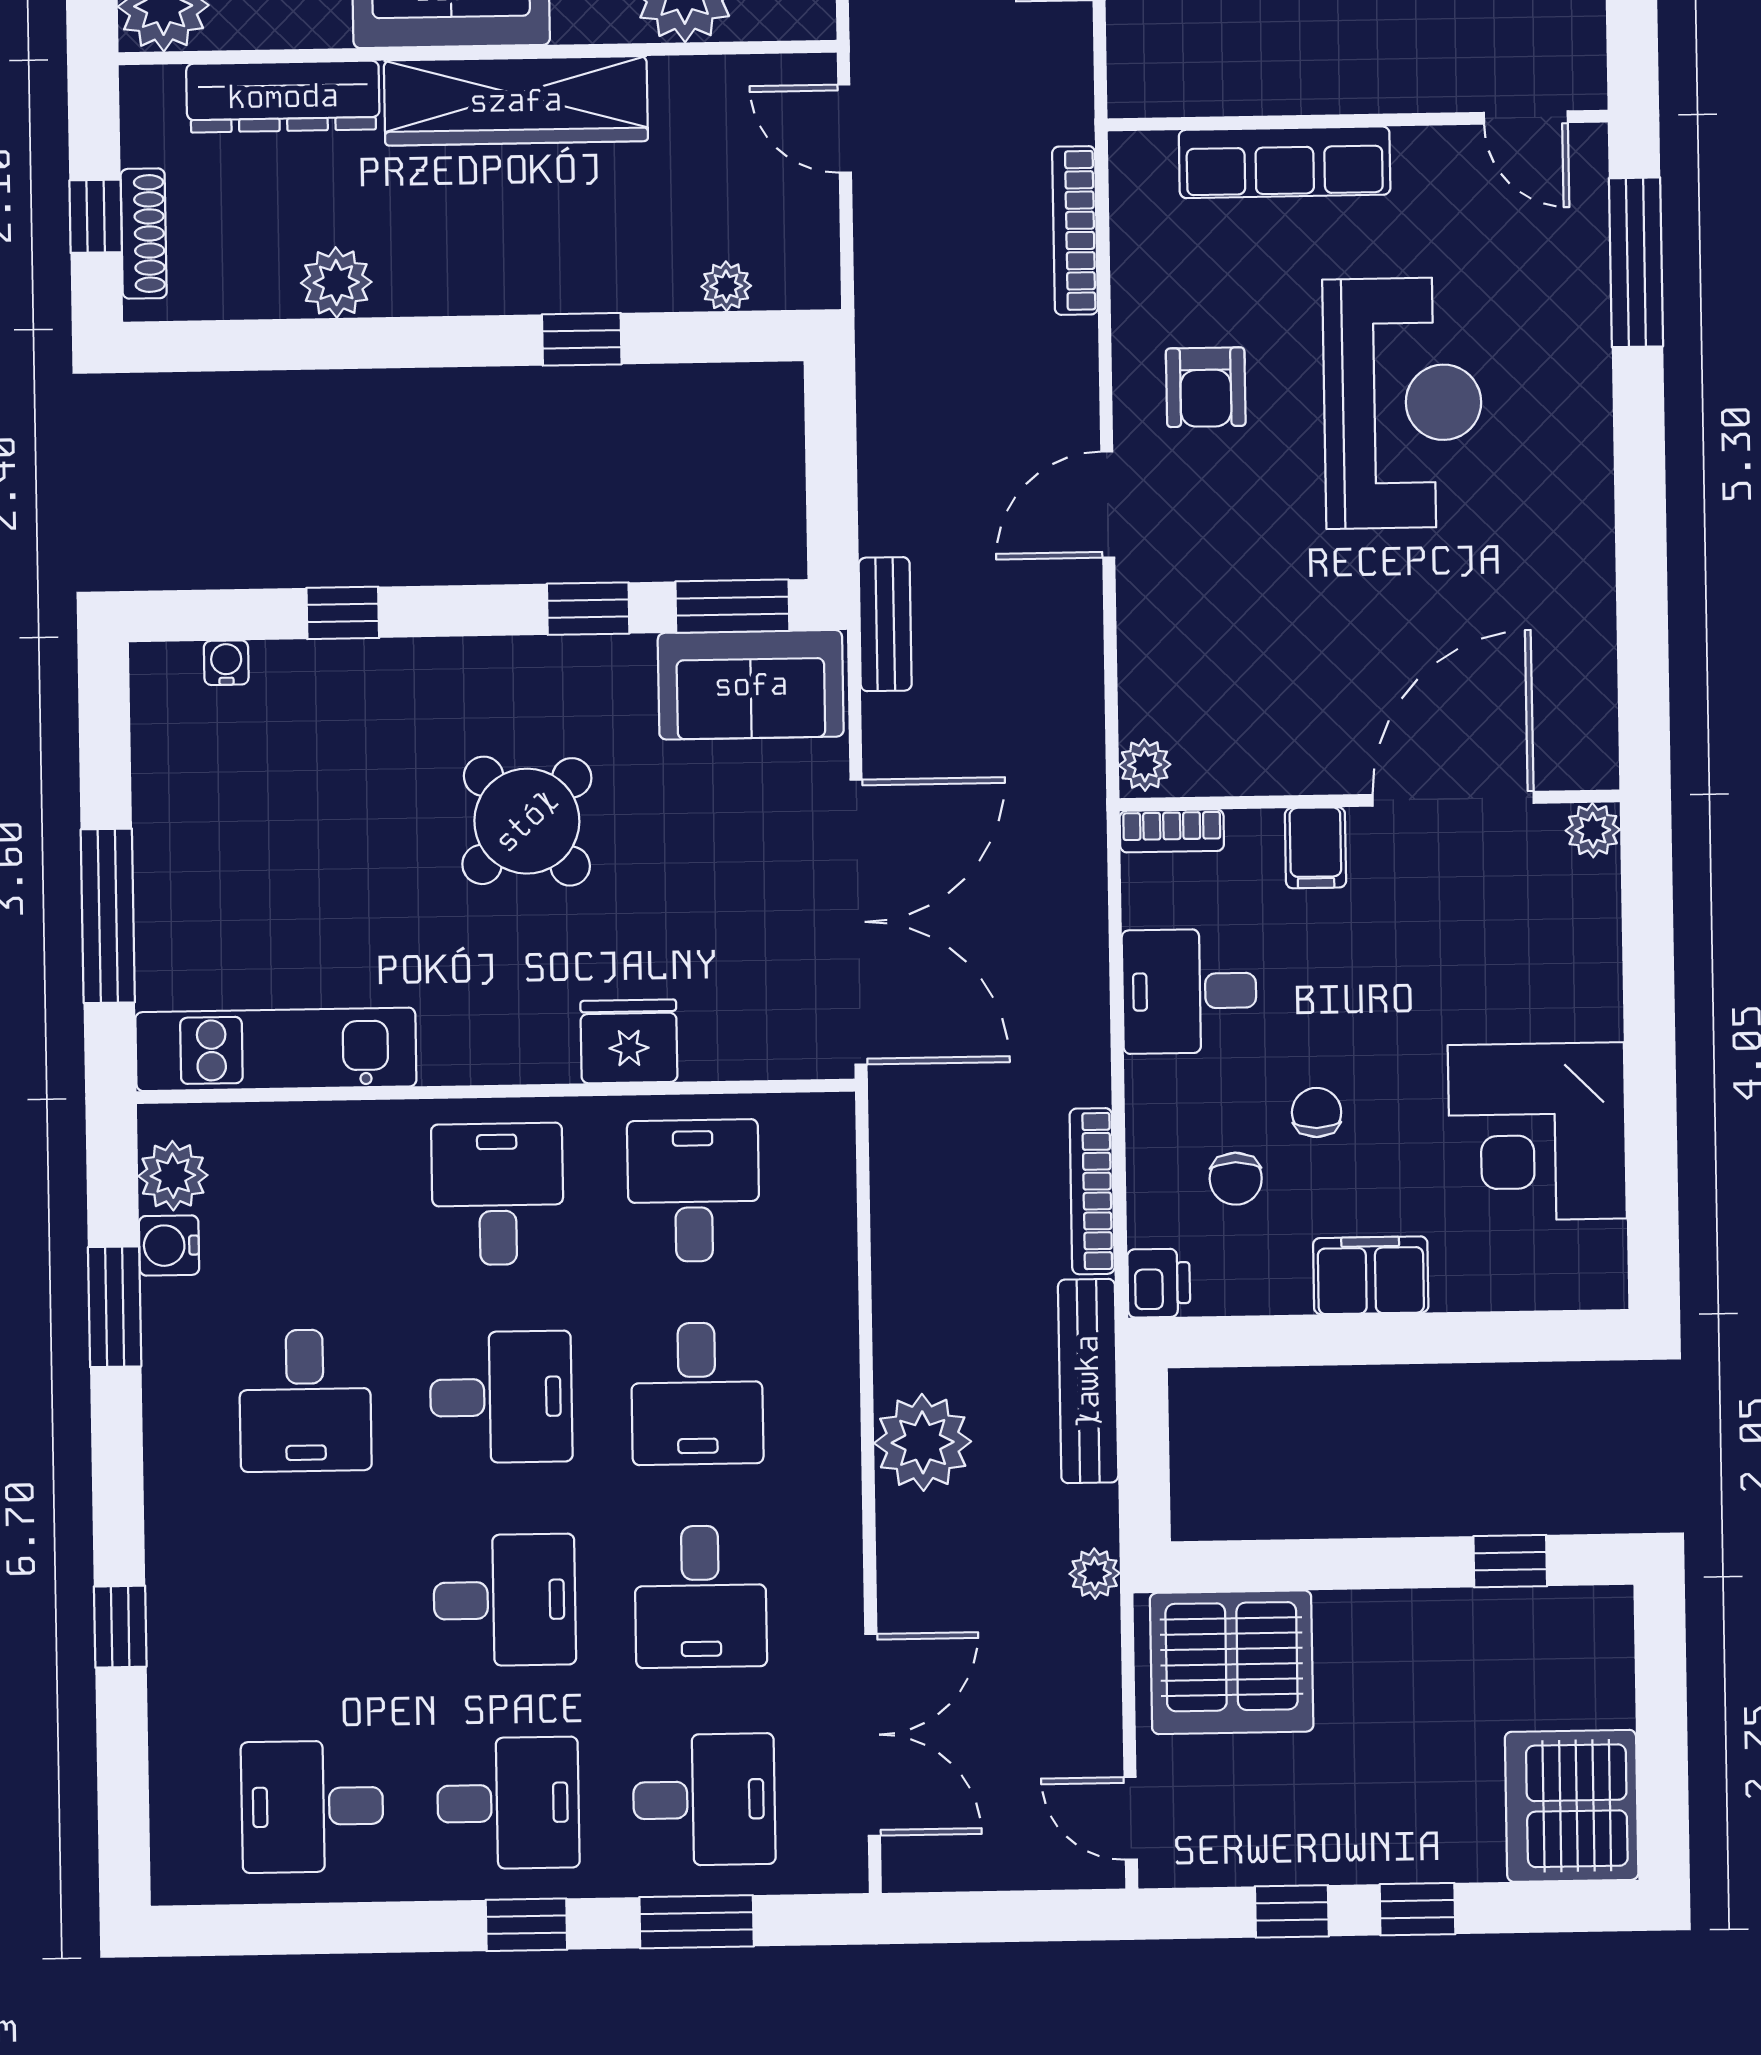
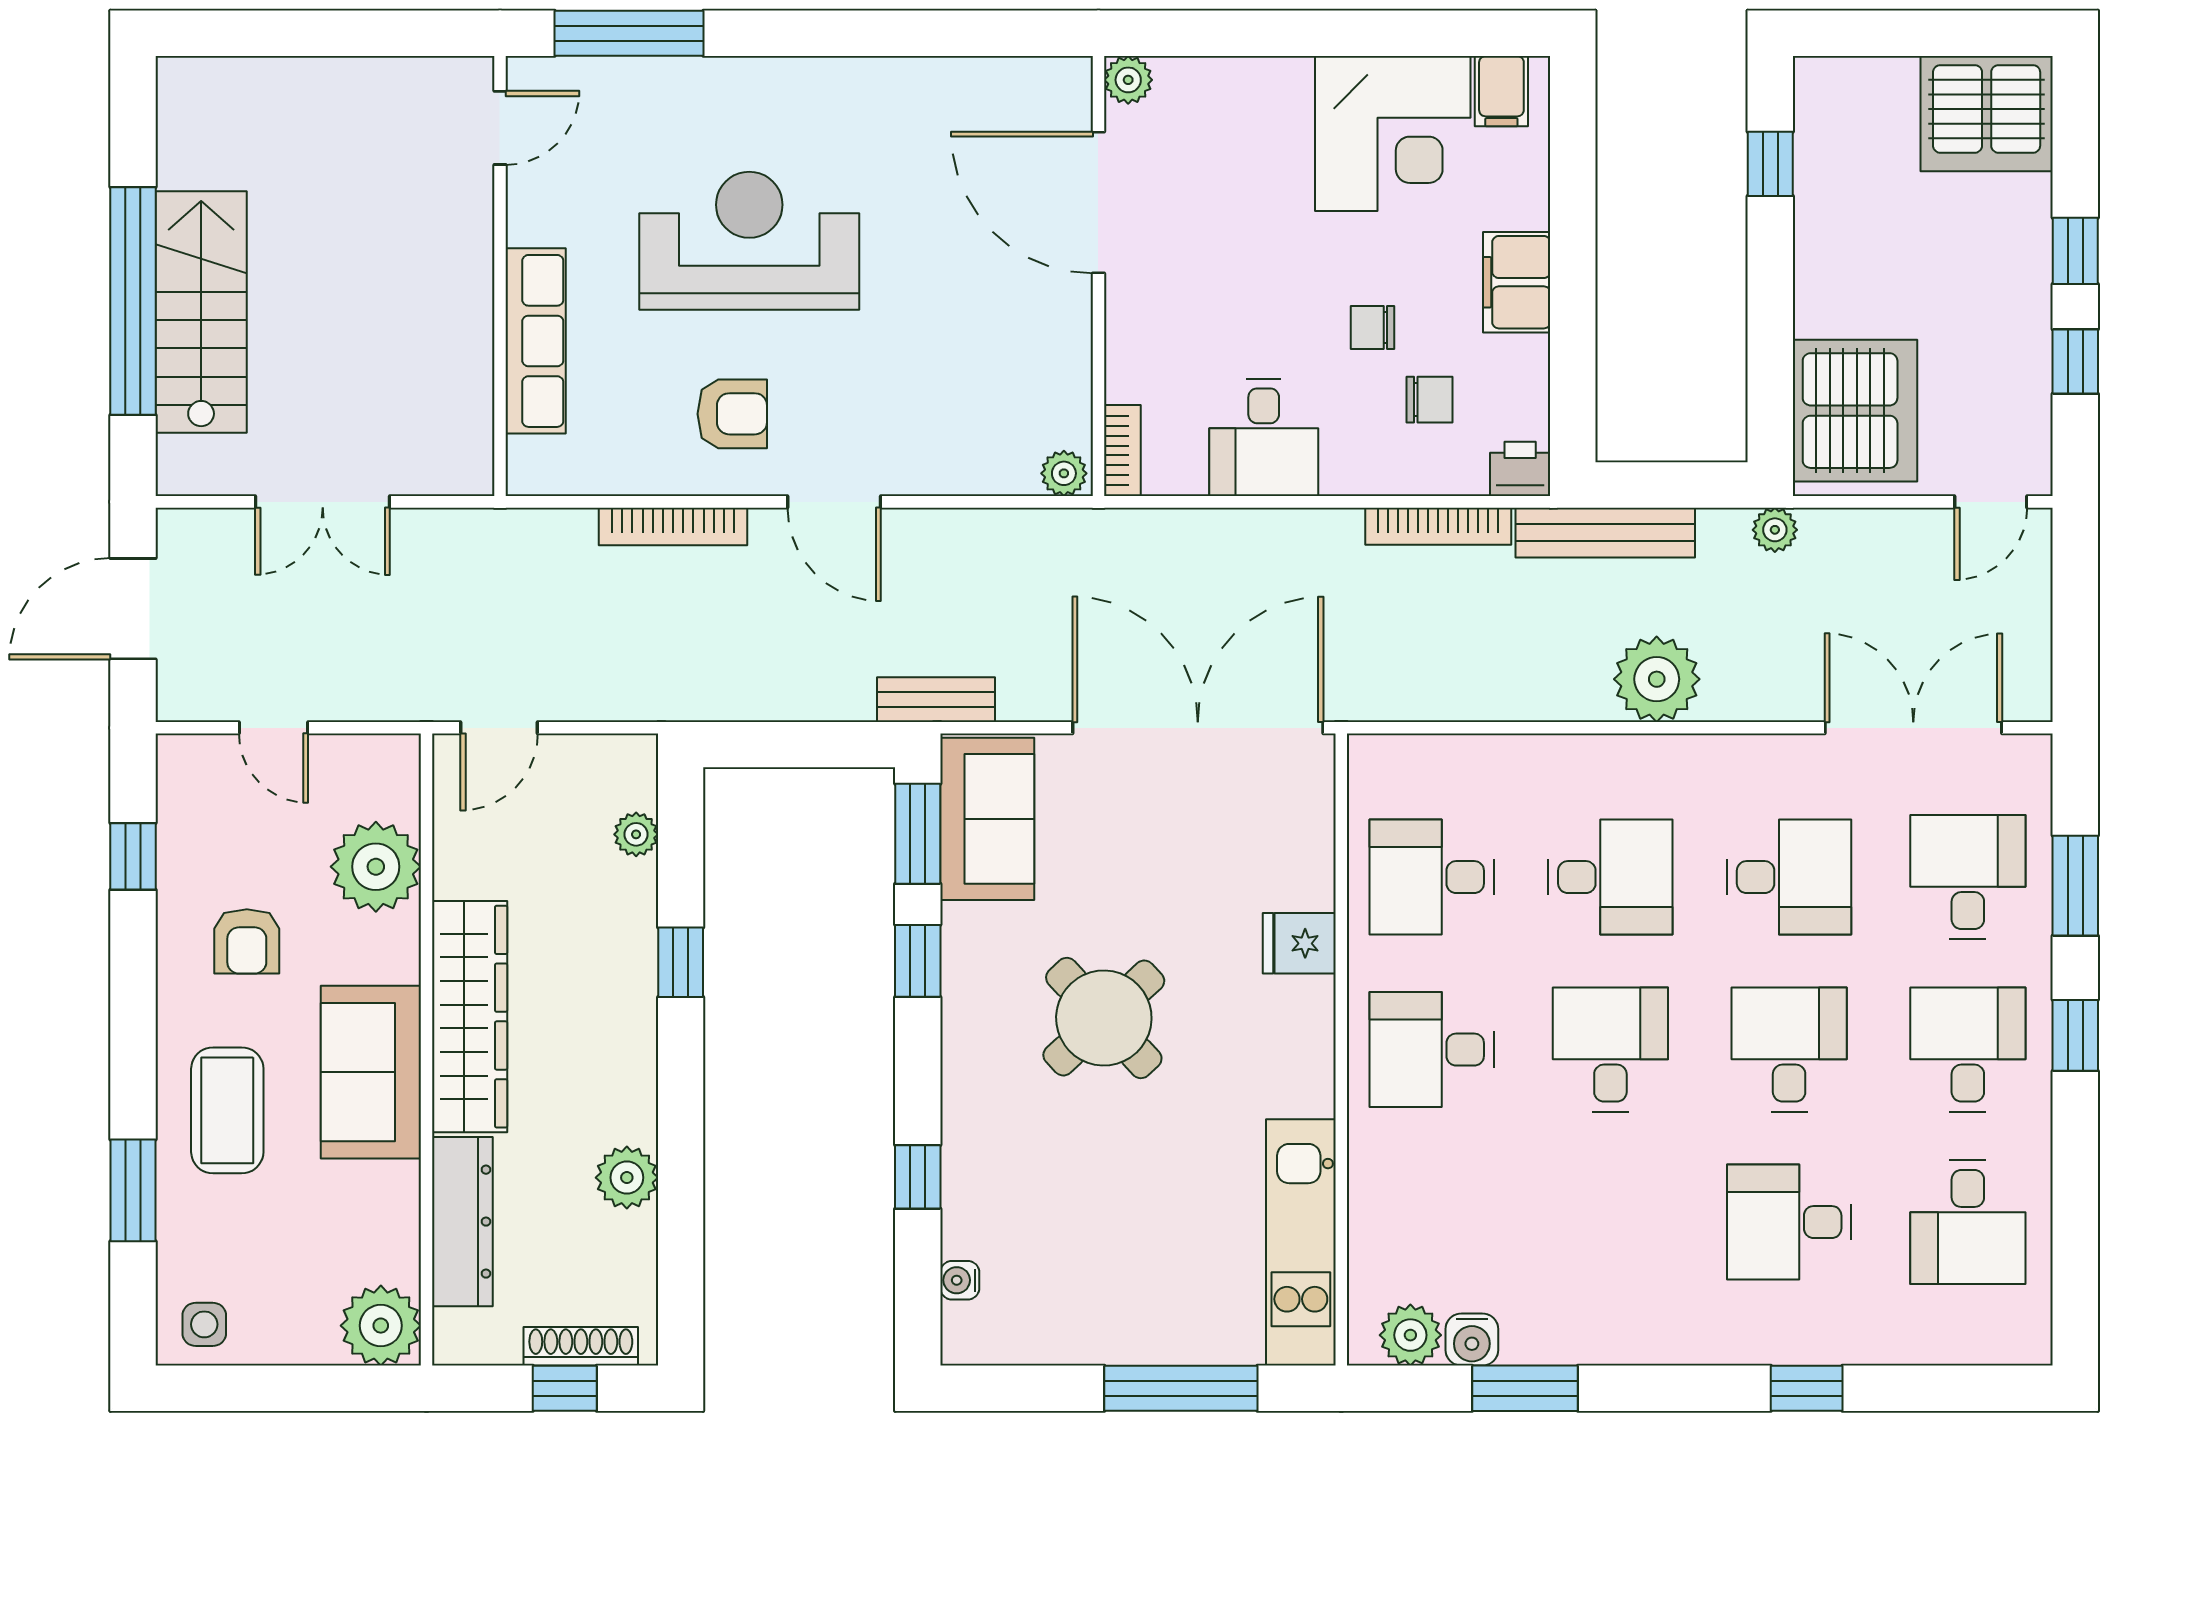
bookcase: (1075, 230) -> (673, 526), moved
filing cabinet: (1315, 848) -> (1501, 91), moved, turned 90
fridge: (629, 1041) -> (1299, 943), width x0.72
desk: (305, 1400) -> (1789, 1222), moved, turned 180

